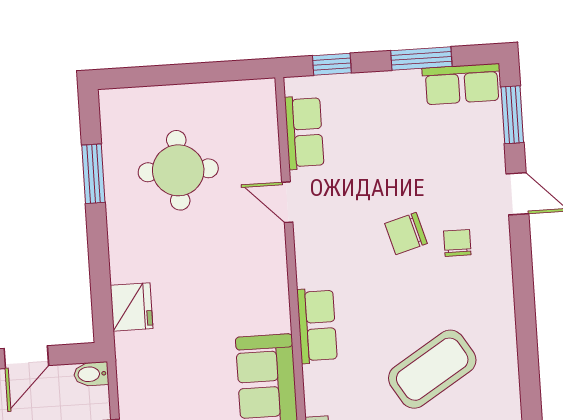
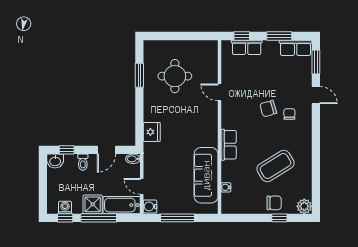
row of seats: (304, 132) -> (247, 47), moved, turned 90

